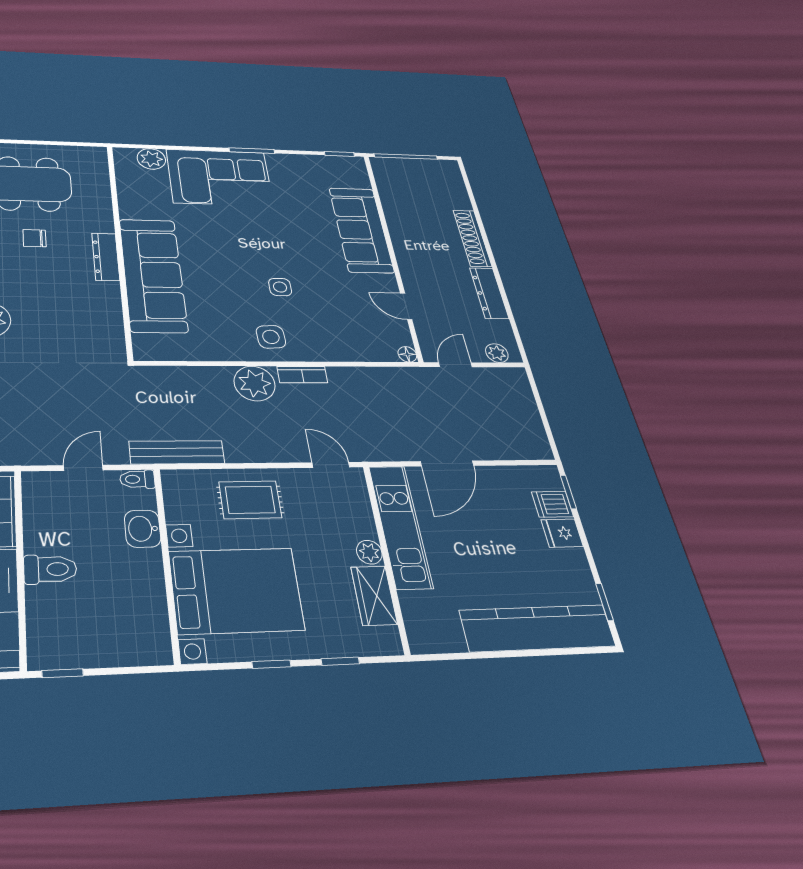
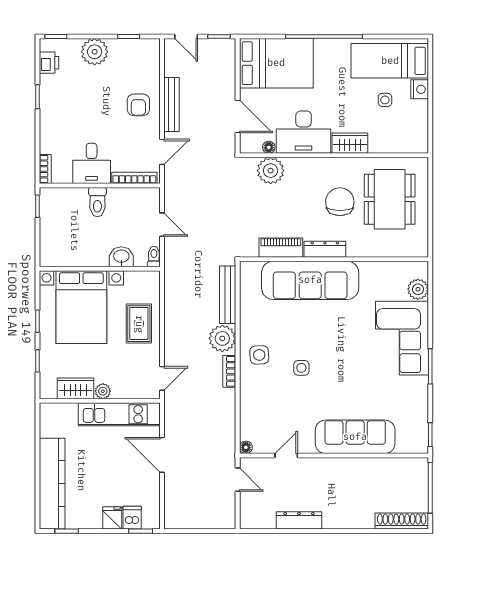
chair: (35, 238) -> (340, 202), width x1.87, depth x1.87
shoe rack: (472, 238) -> (402, 521), moved
piano: (108, 309) -> (281, 248), added
plant: (497, 353) -> (247, 512), removed
bench: (177, 452) -> (228, 295), moved

